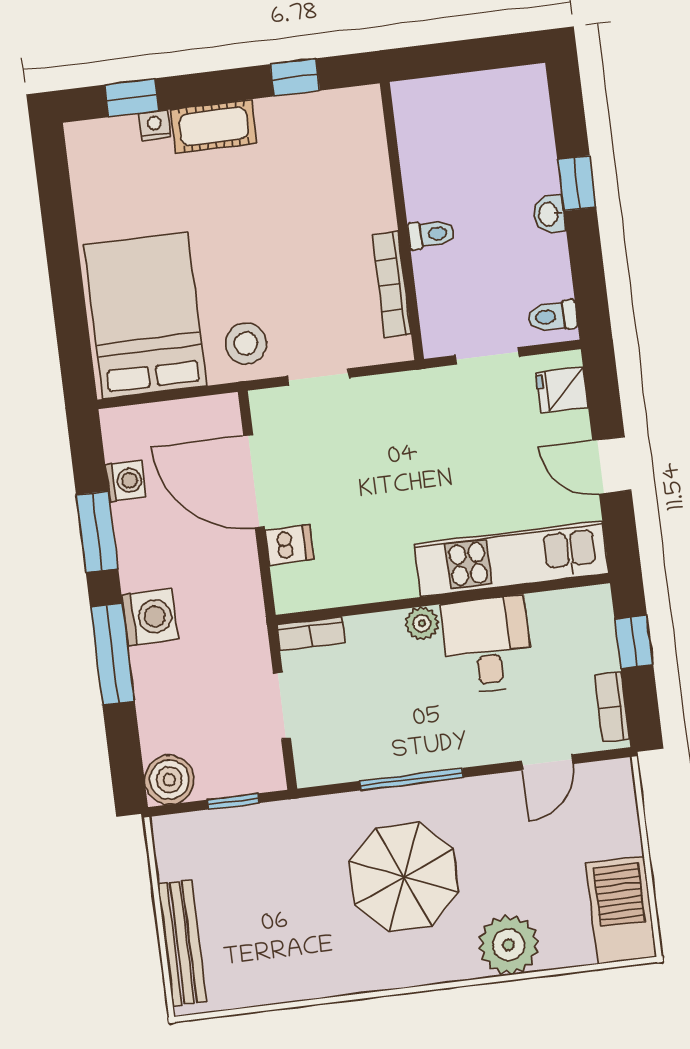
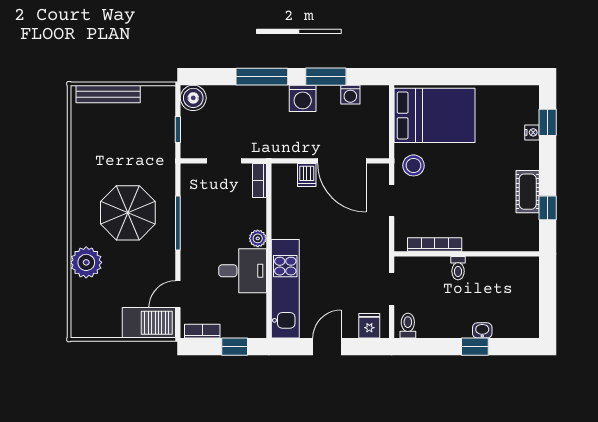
cot: (214, 126) -> (528, 192), moved
washbasin: (549, 214) -> (482, 330), moved
door: (254, 481) -> (342, 161), swing flipped
washing machine: (150, 617) -> (303, 98), moved
door: (547, 762) -> (178, 294), hinge flipped
barbecue: (621, 910) -> (149, 323), moved

